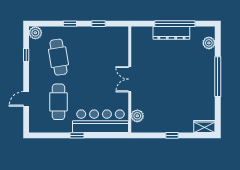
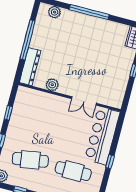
dresser: (171, 33) -> (30, 67), moved
double door: (130, 79) -> (84, 101), moved
plant: (137, 116) -> (52, 85), moved

